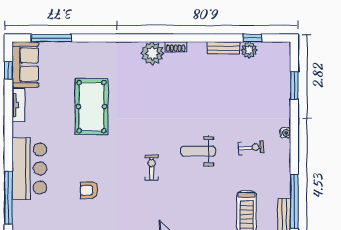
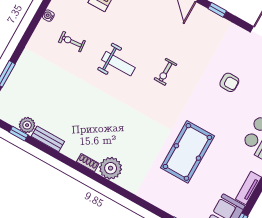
water cooler: (285, 133) -> (48, 16), moved

